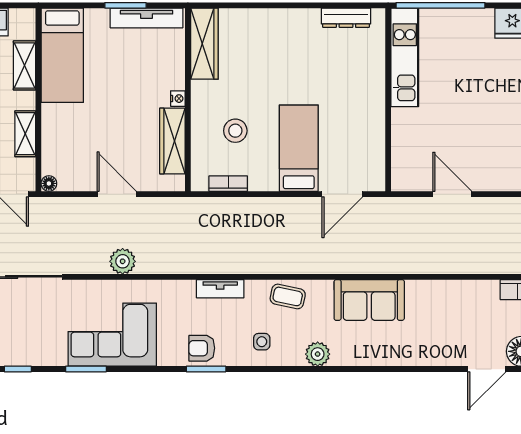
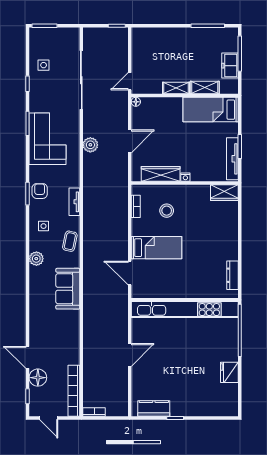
wardrobe: (204, 44) -> (224, 193), width x0.67
kitchen unit: (405, 57) -> (185, 310), width x1.86
shelving: (25, 134) -> (176, 88), moved
door: (452, 194) -> (130, 355), moved

